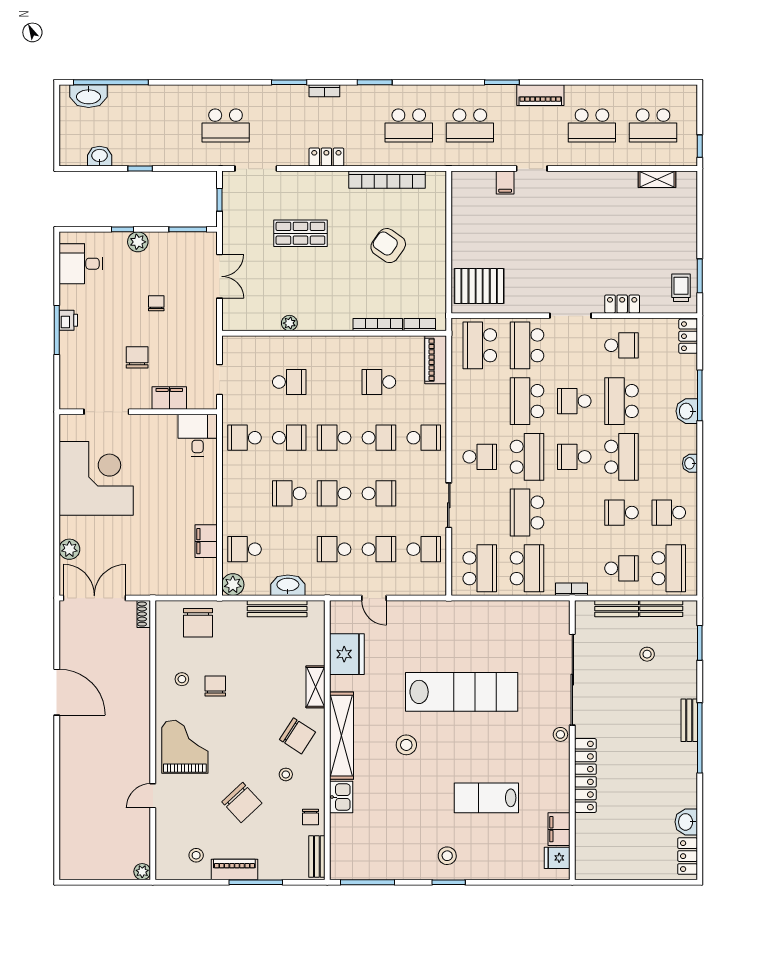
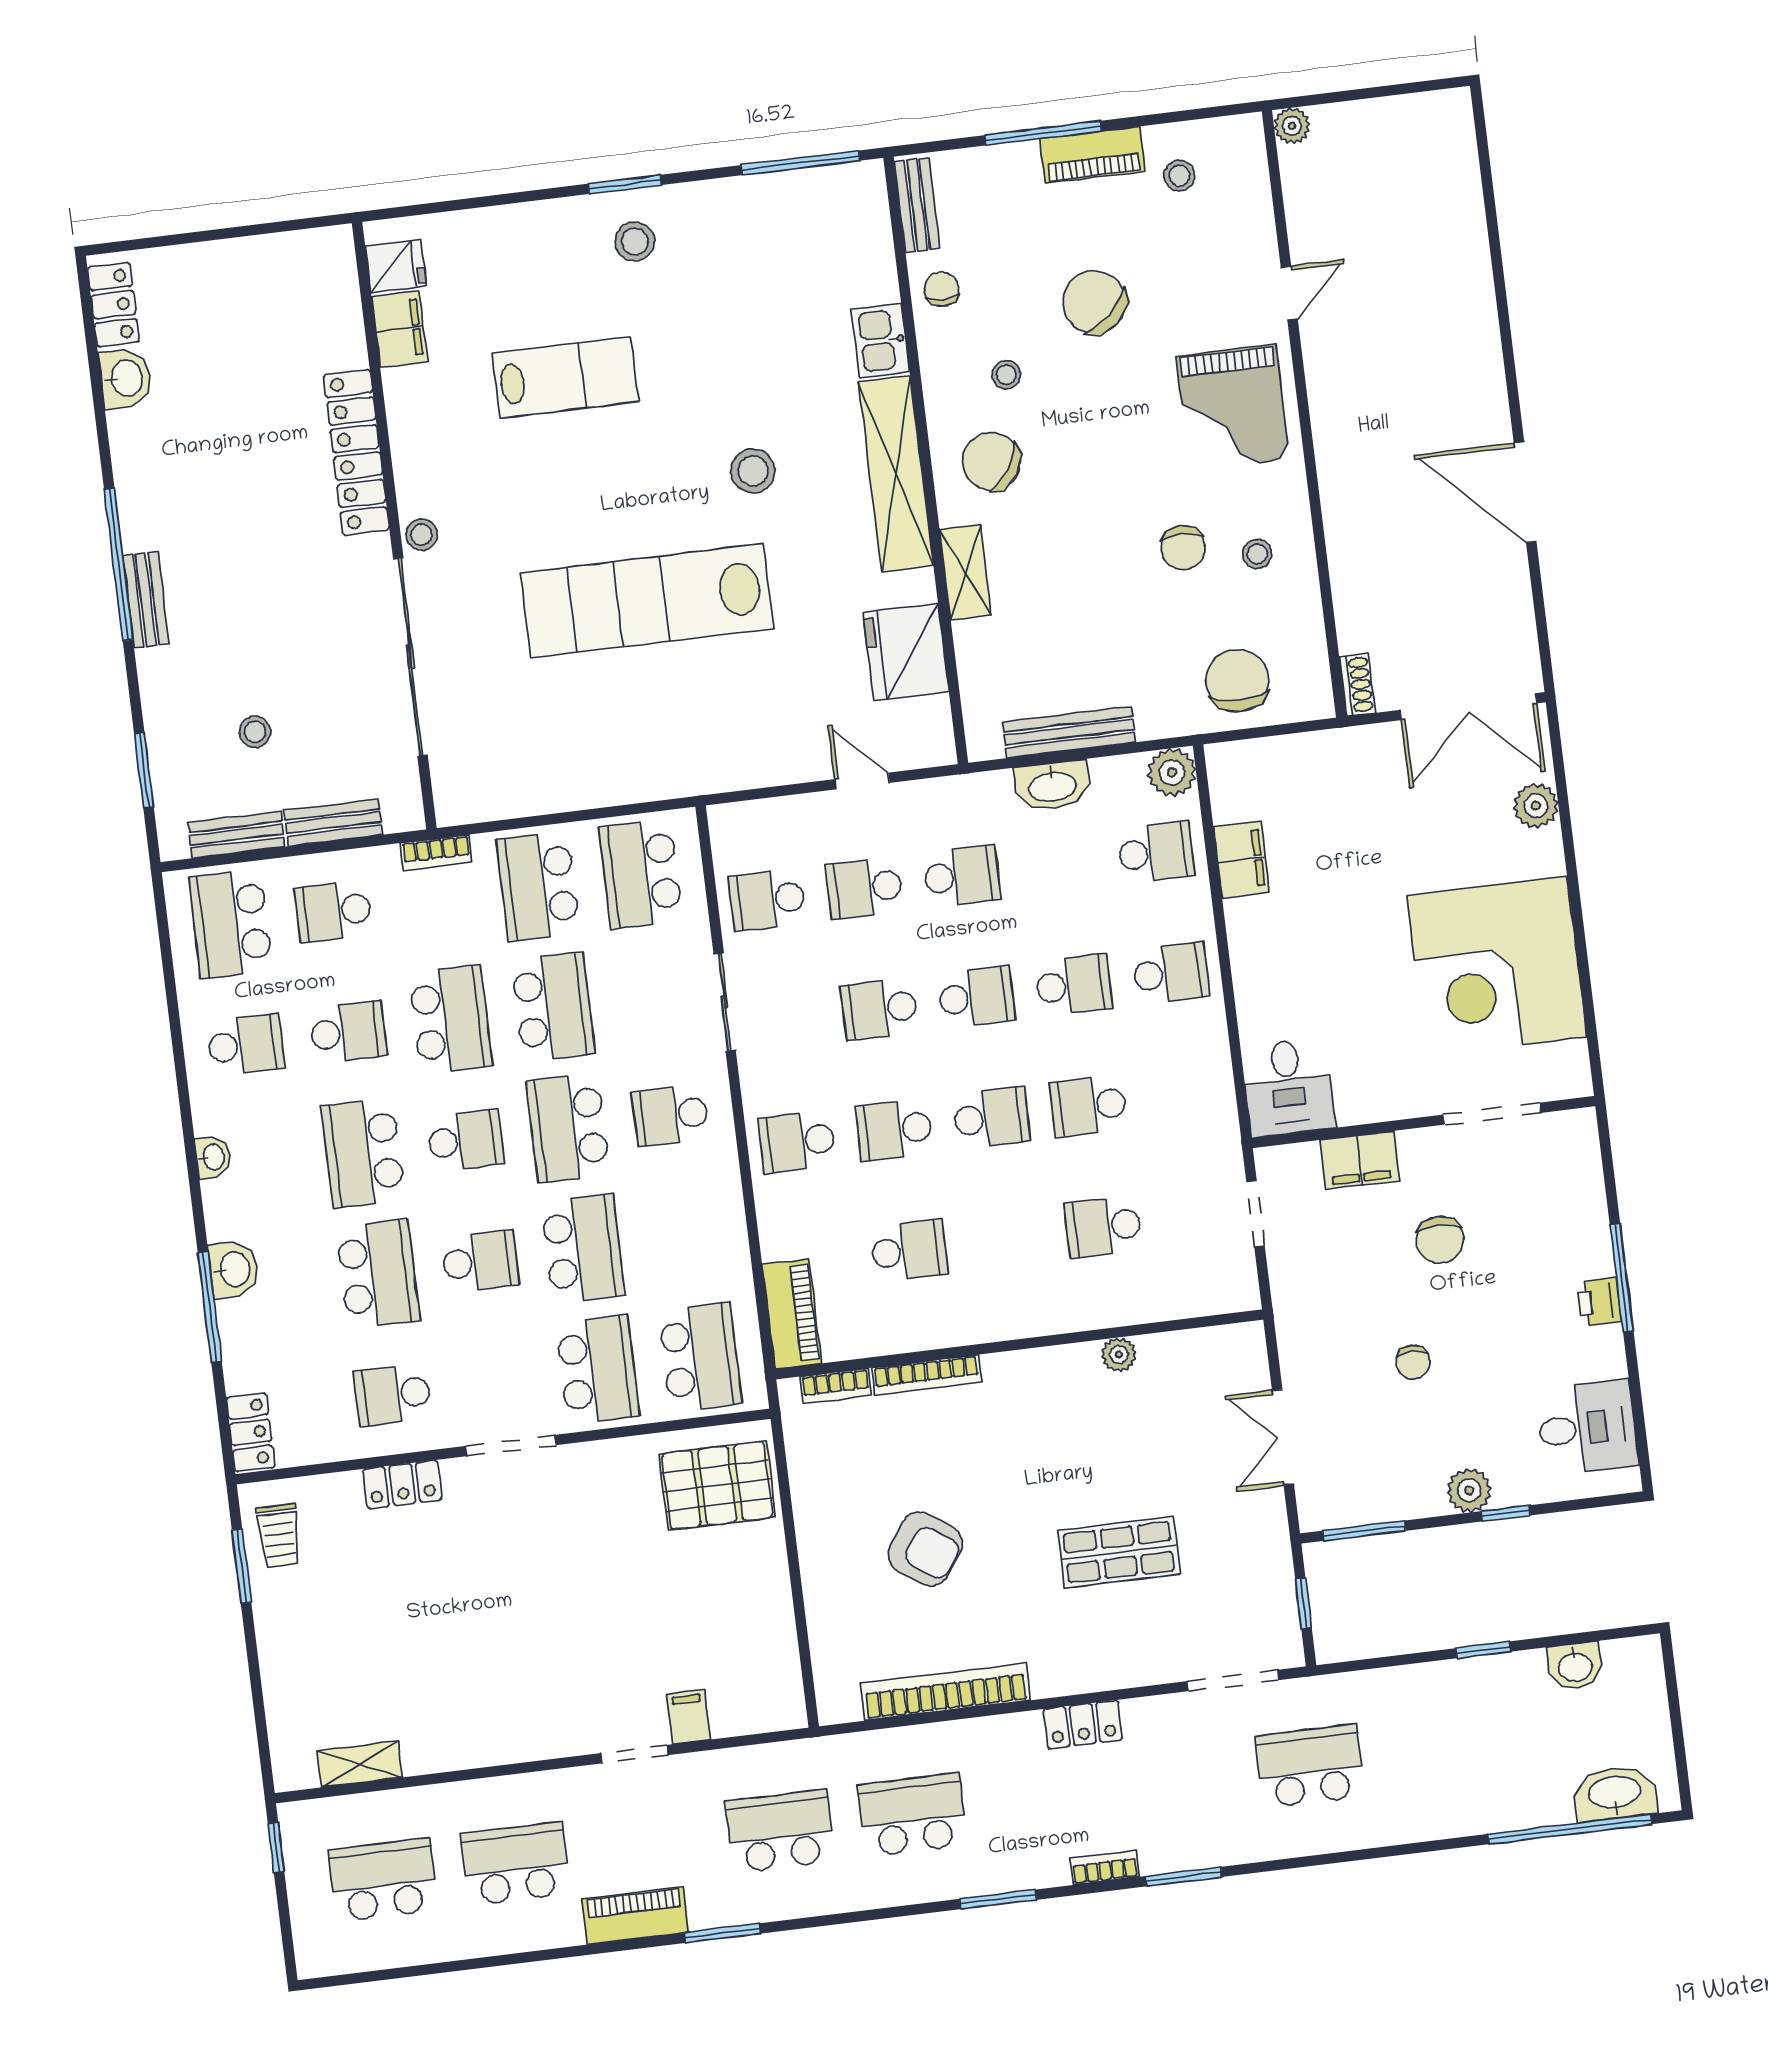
school desk: (245, 438) -> (1171, 973), moved
school desk: (574, 513) -> (451, 1020), added

